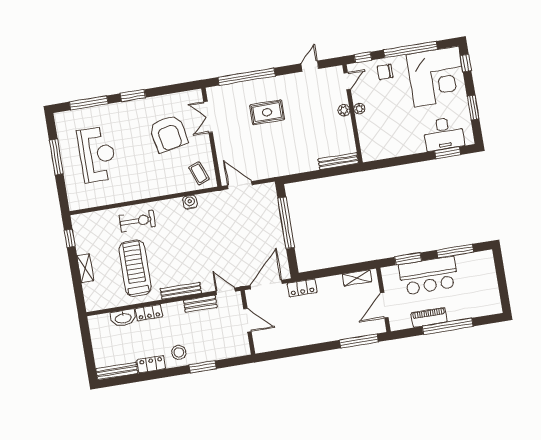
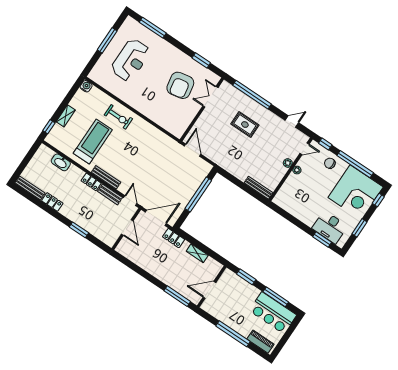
window: (133, 95) -> (201, 60), moved
coffee table: (199, 173) -> (176, 123), removed
water cooler: (190, 202) -> (86, 86), moved
window: (70, 238) -> (49, 127), moved
bar counter: (429, 276) -> (273, 313), moved
shelving: (357, 278) -> (197, 253), moved
locker: (149, 313) -> (91, 182), moved
piano: (429, 317) -> (260, 342), moved
stool: (179, 352) -> (73, 210), removed

